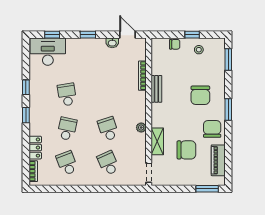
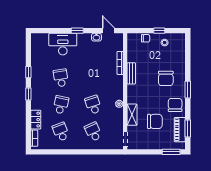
window: (52, 35) -> (49, 31), removed
desk: (48, 52) -> (63, 44), moved
window: (228, 59) -> (188, 128), moved

